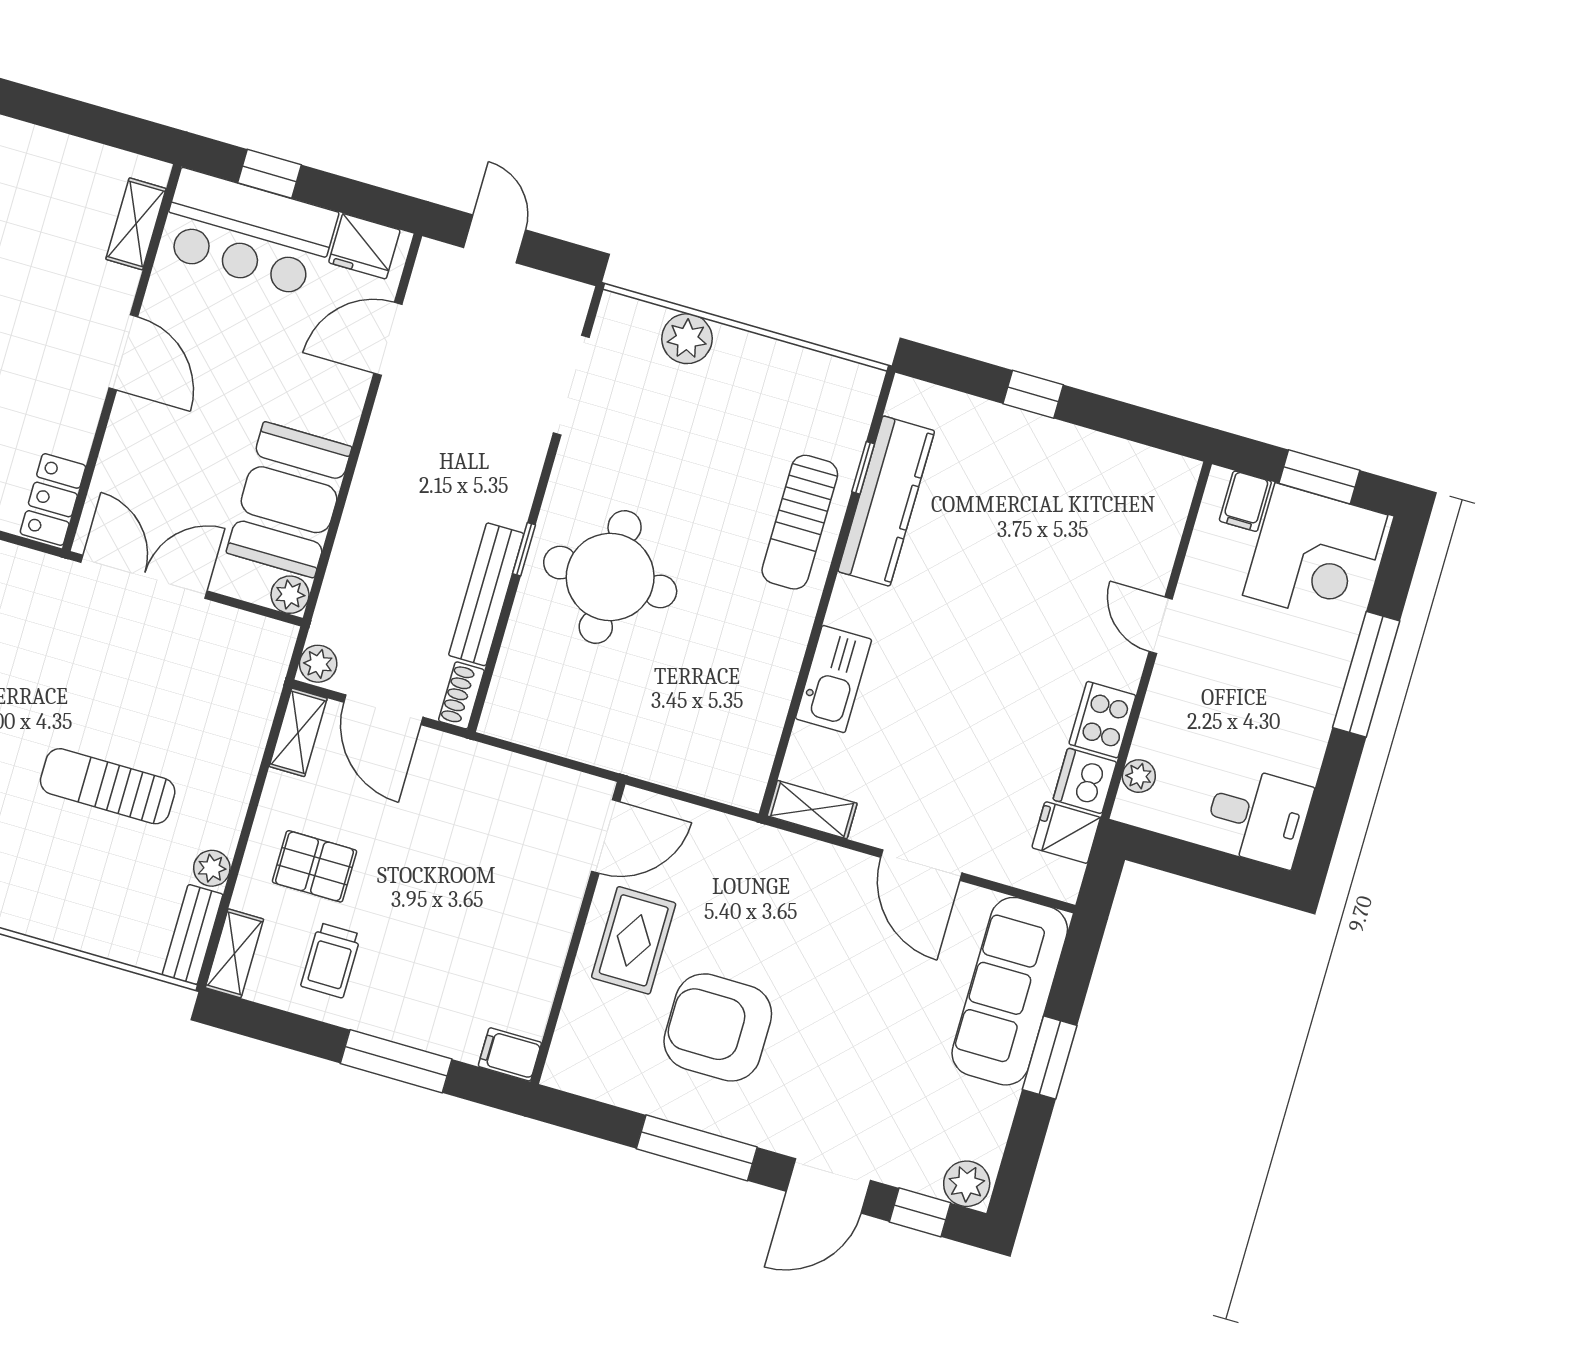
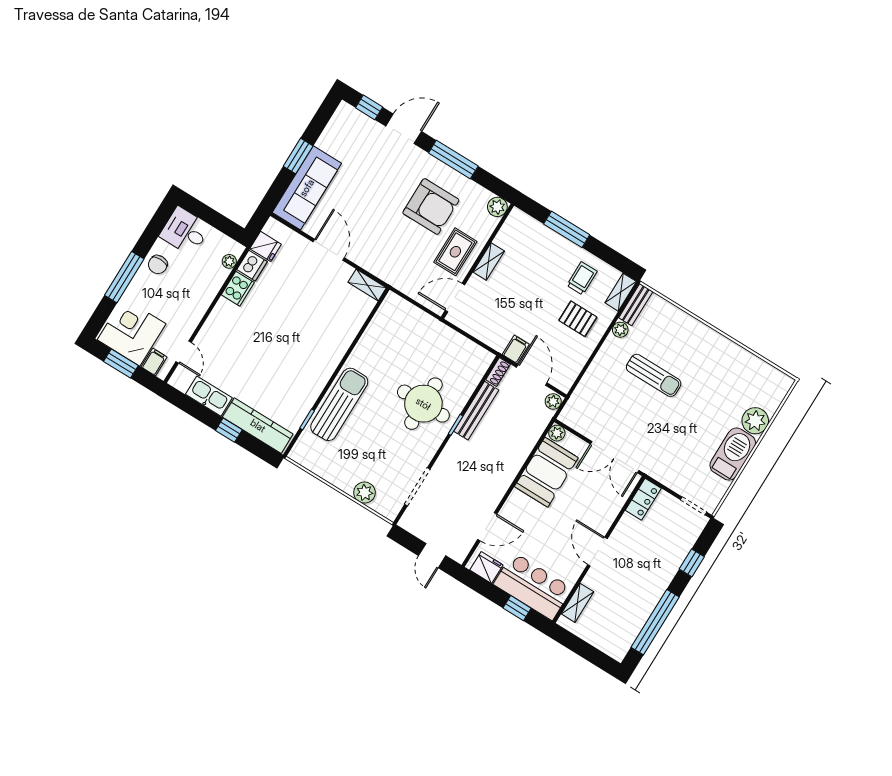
kitchen counter: (886, 501) -> (258, 426), moved, turned 90
sun lounger: (800, 522) -> (339, 404), width x1.36, depth x1.34
door: (1161, 625) -> (184, 352), moved
kitchen sink: (834, 679) -> (209, 396), moved, turned 90
chair: (1298, 724) -> (158, 265), added
shelving: (298, 732) -> (489, 261), moved
filing cabinet: (510, 1054) -> (516, 349), moved, turned -90
plant: (967, 1184) -> (497, 207), moved

